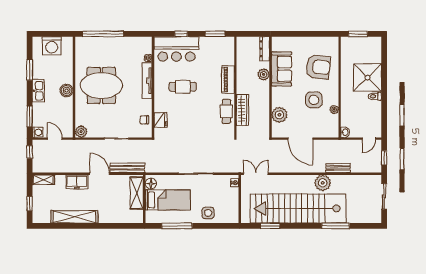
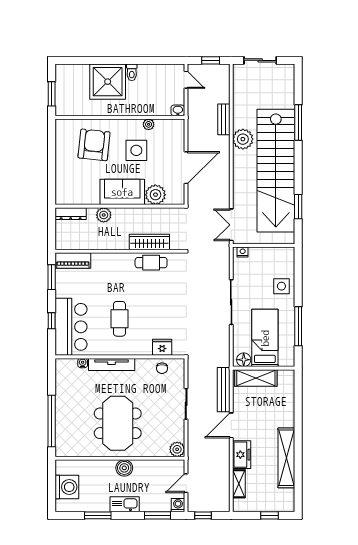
sofa: (282, 69) -> (122, 192), moved
piano: (228, 79) -> (73, 261), moved
shelving: (43, 180) -> (239, 484), moved

